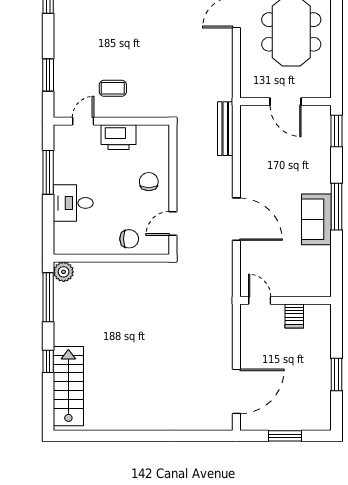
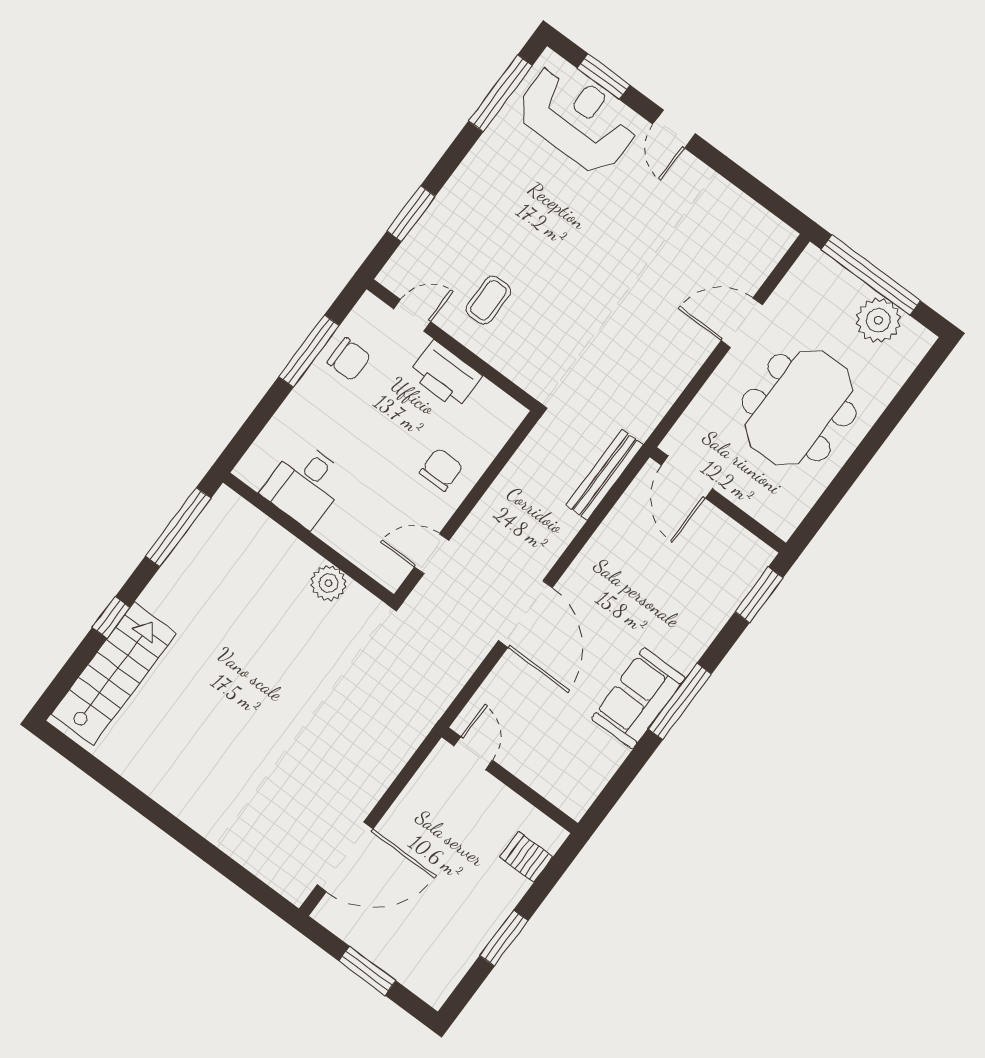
coffee table: (113, 88) -> (488, 300), turned 90
door: (286, 102) -> (687, 477), moved
desk: (73, 203) -> (305, 485), moved, turned -90
chair: (129, 239) -> (349, 359), moved
plant: (64, 272) -> (329, 583), moved
server rack: (294, 316) -> (526, 857), moved, turned 90

